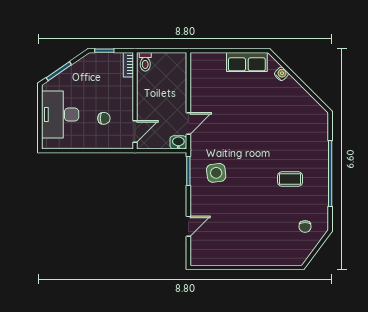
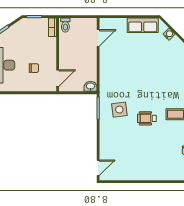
door: (188, 124) -> (98, 38), moved
wheelchair: (252, 184) -> (147, 118), added
door: (188, 226) -> (98, 168), moved

